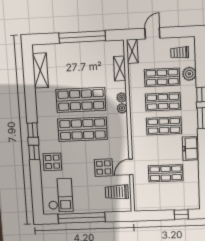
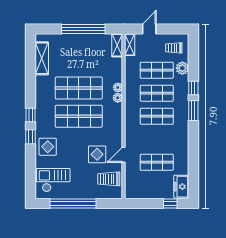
shelving: (120, 68) -> (117, 45), moved
freezer: (191, 149) -> (181, 187), moved
checkout: (60, 195) -> (53, 180), turned -90

